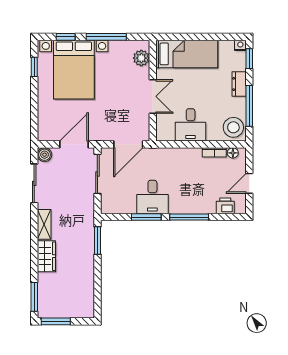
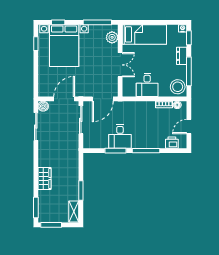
window: (106, 37) -> (97, 22), moved
shelving: (44, 224) -> (74, 212), moved
window: (97, 240) -> (81, 190), moved

